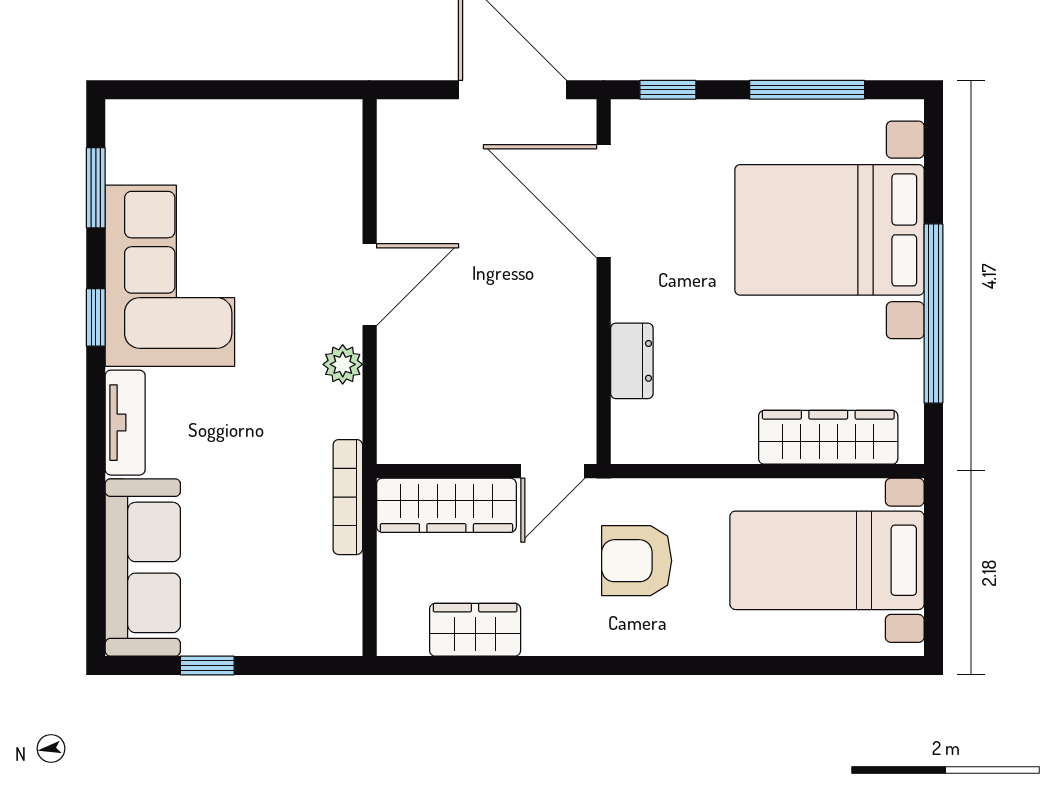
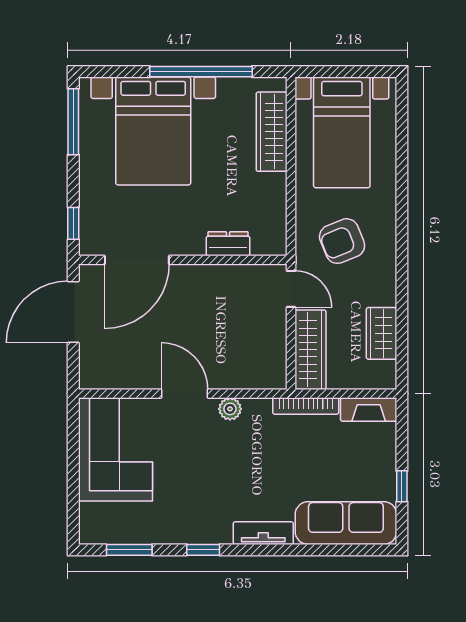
window: (807, 90) -> (73, 122), moved
corner sofa: (170, 276) -> (116, 449), moved, turned 90
armchair: (637, 561) -> (342, 241), turned 68
fireplace: (342, 607) -> (369, 410), added

